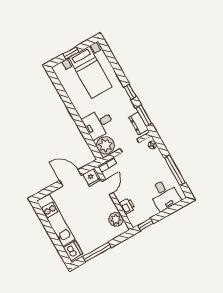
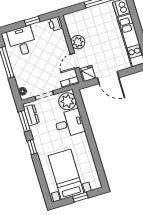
printer: (127, 206) -> (55, 24), moved
plant: (116, 219) -> (78, 42), moved
window: (145, 224) -> (32, 21), moved

